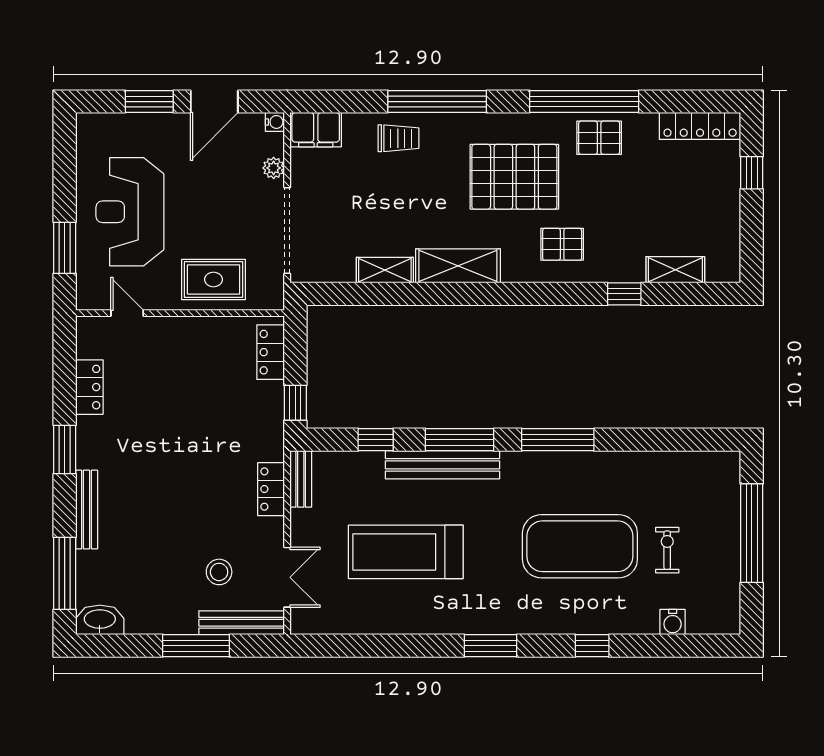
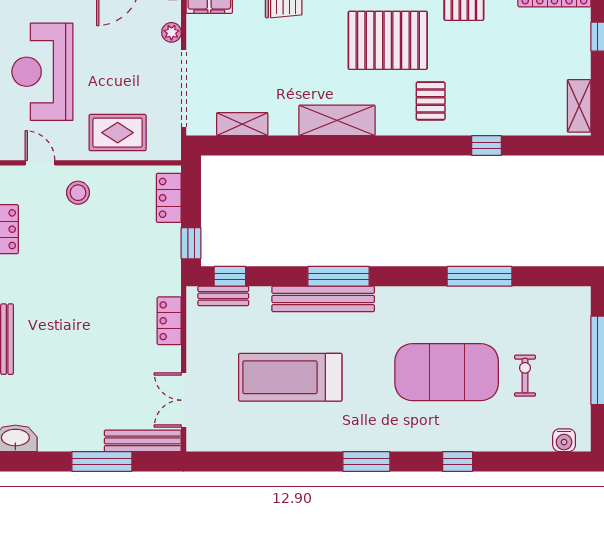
pallet: (562, 244) -> (431, 101), turned 90
shelving: (385, 270) -> (242, 124), moved
shelving: (675, 270) -> (579, 106), moved, turned 90
window: (376, 440) -> (230, 276), moved
window: (558, 440) -> (480, 276), moved
bench: (301, 479) -> (223, 296), moved, turned 90
stool: (219, 572) -> (78, 193), moved
double door: (287, 577) -> (184, 400), swing flipped
water cooler: (673, 622) -> (564, 440), moved

